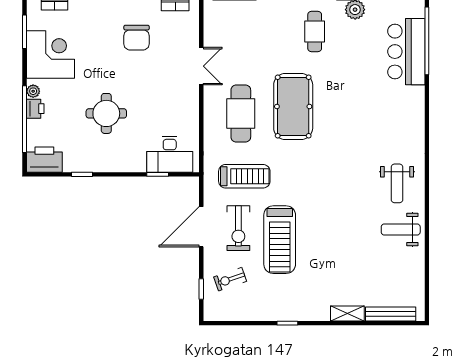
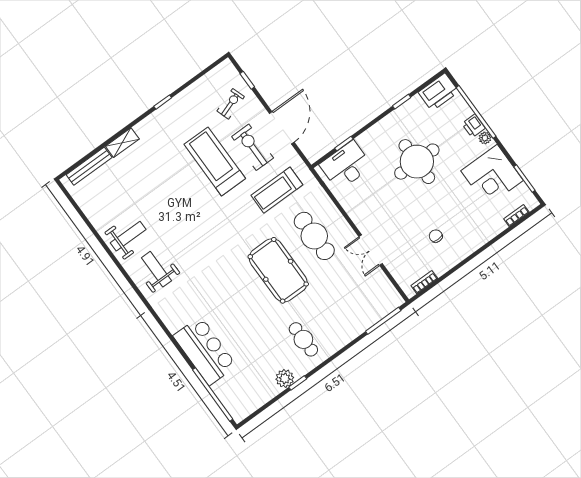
chair: (137, 38) -> (436, 236), width x0.54, depth x0.54
bar counter: (406, 52) -> (205, 351), moved
round table: (106, 113) -> (417, 162), width x1.36, depth x1.36

